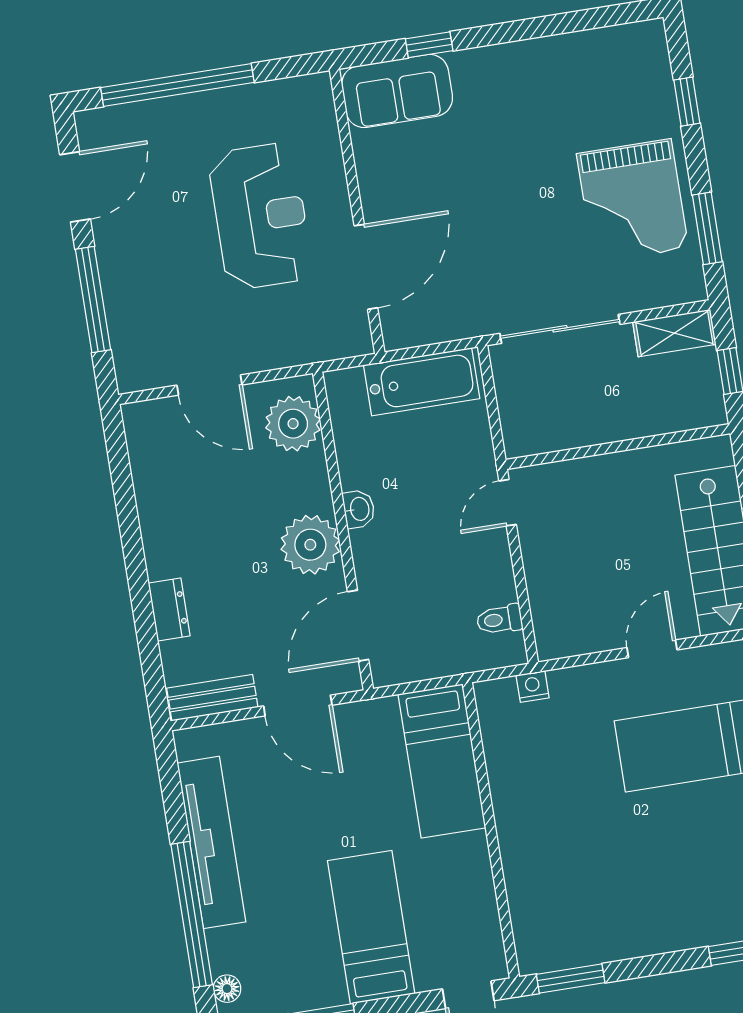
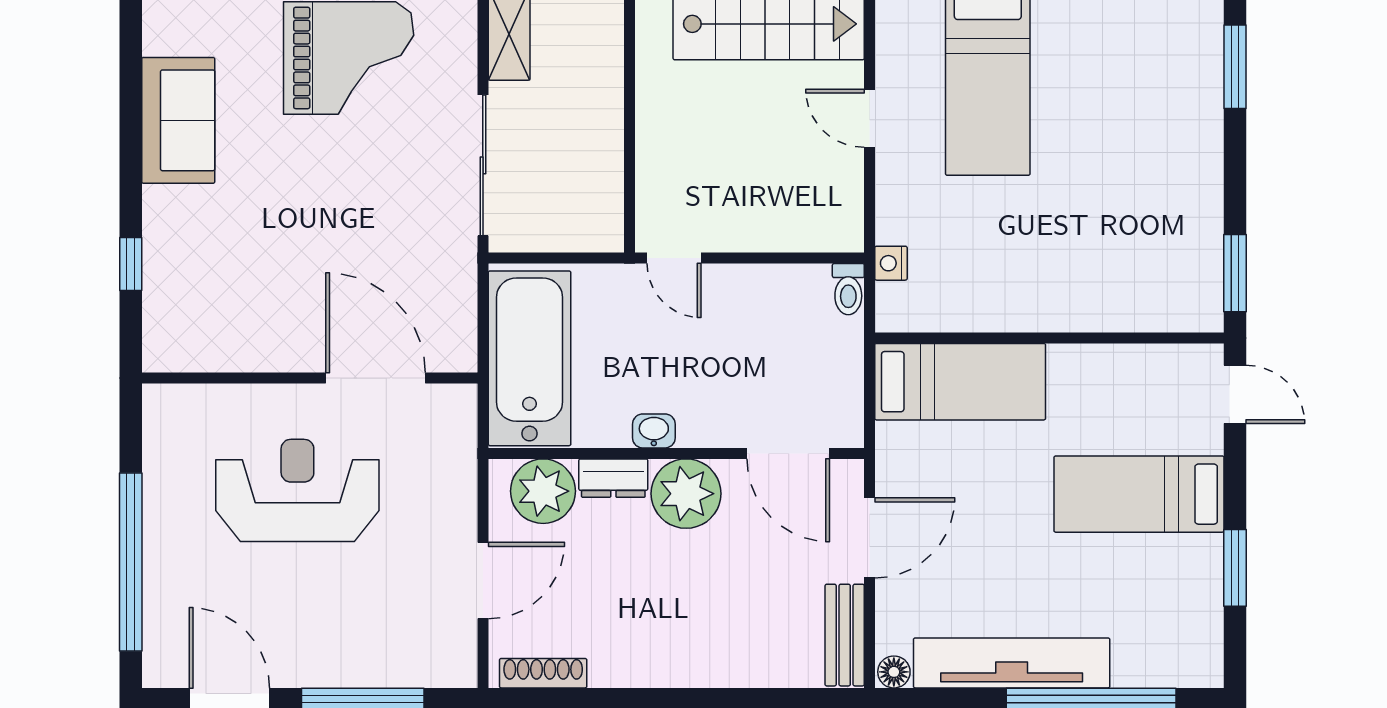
sofa: (397, 91) -> (178, 120), moved
bathtub: (422, 382) -> (529, 358), width x1.36, depth x1.36
shoe rack: (139, 448) -> (543, 673), added
dresser: (169, 609) -> (613, 478), moved, turned 180
toilet: (499, 619) -> (848, 289), moved
floor lamp: (227, 989) -> (894, 672), moved

